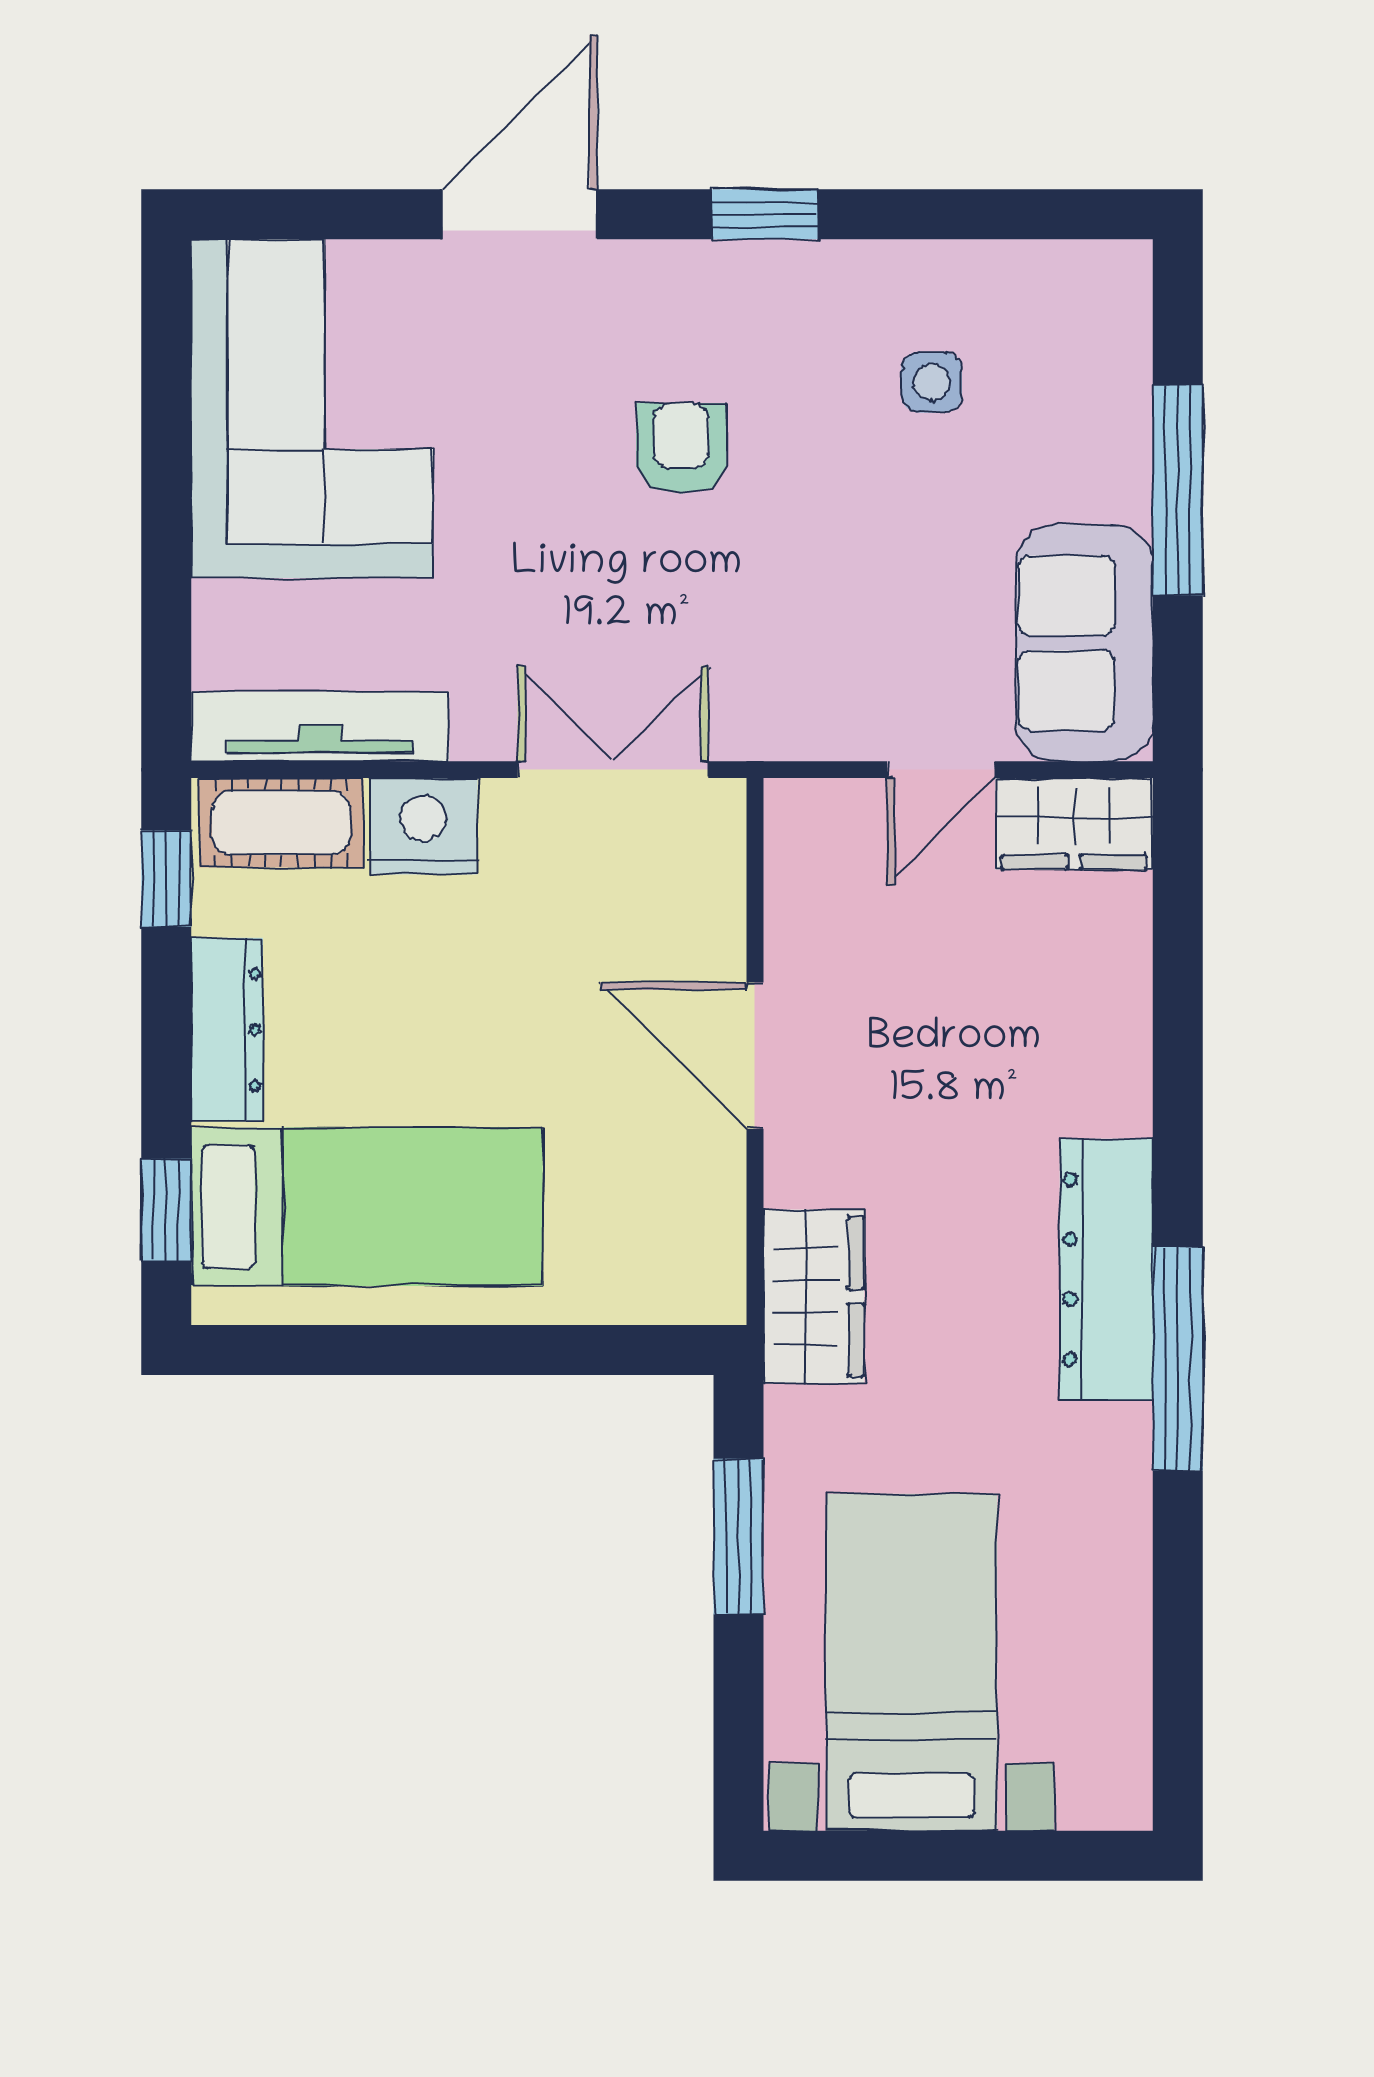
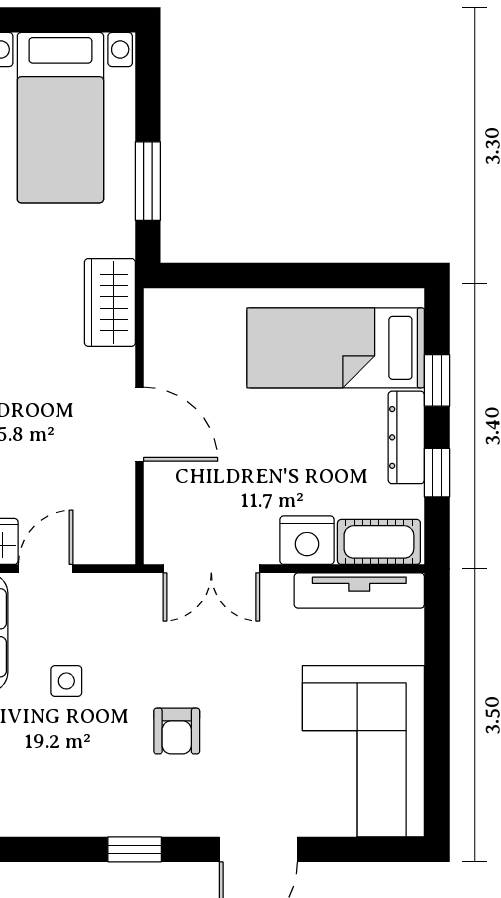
side table: (932, 382) -> (66, 681), moved
window: (166, 879) -> (437, 473), moved
window: (166, 1210) -> (437, 380), moved

